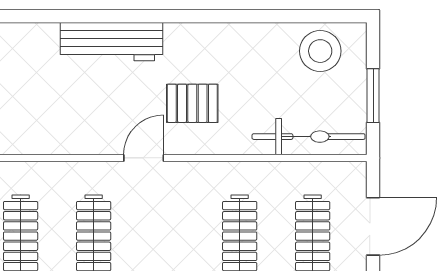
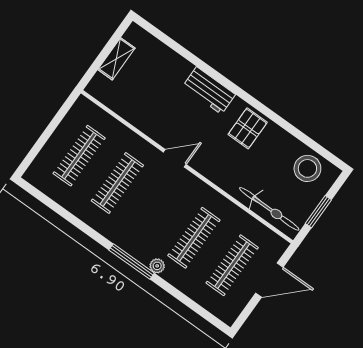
workbench: (111, 42) -> (209, 90), width x0.73
pallet: (192, 103) -> (248, 128), moved, turned 90

